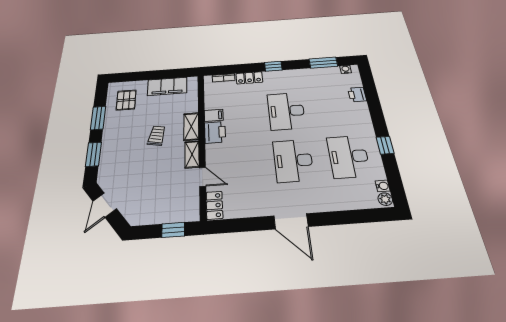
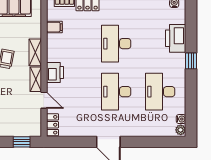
printer: (357, 94) -> (176, 38), width x1.87, depth x1.48
filing cabinet: (214, 115) -> (54, 27), moved
printer: (215, 132) -> (55, 72), moved
window: (385, 145) -> (191, 61), moved

